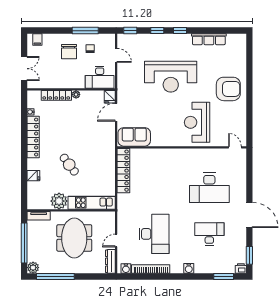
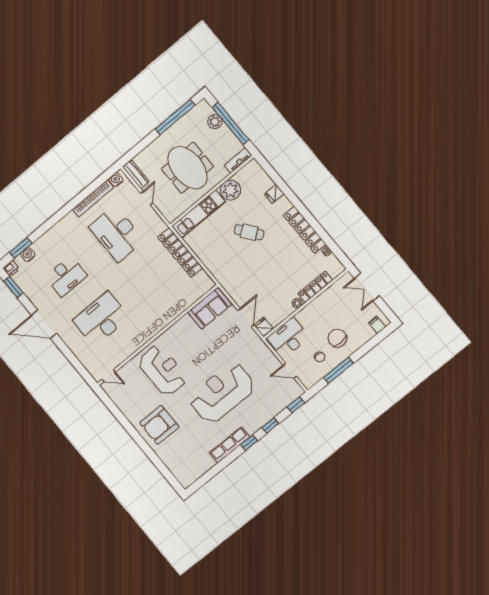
row of seats: (209, 39) -> (230, 445), moved
locker: (123, 171) -> (180, 252), moved
plant: (33, 268) -> (215, 122), moved
water cooler: (189, 268) -> (28, 255), moved

